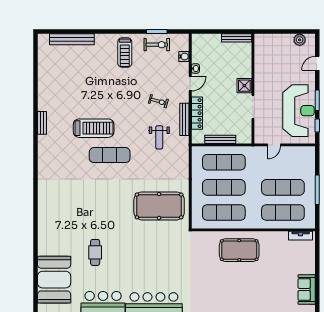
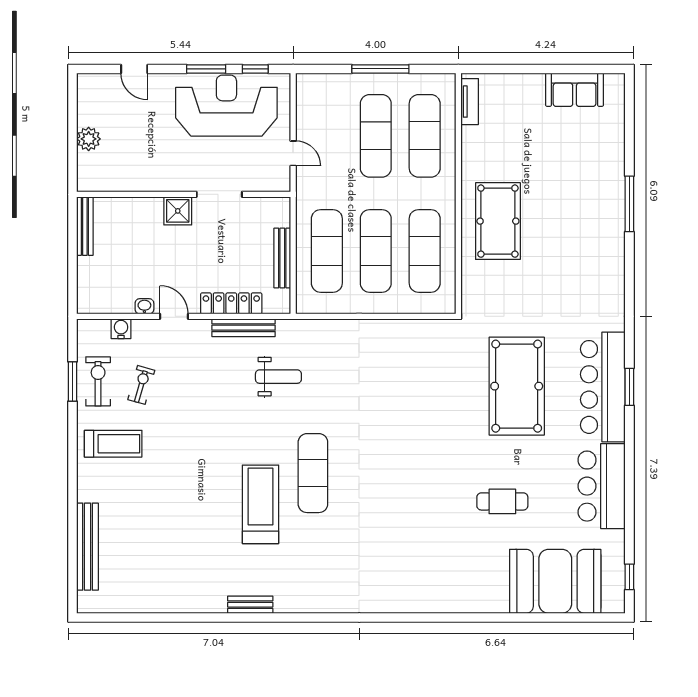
plant: (300, 40) -> (89, 139), moved
exercise bike: (158, 101) -> (141, 385), moved
pool table: (159, 206) -> (517, 386), moved

